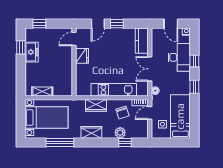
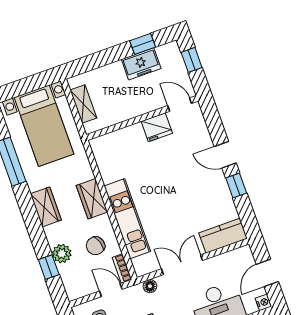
door: (74, 39) -> (180, 105), moved
fridge: (82, 56) -> (157, 127), moved
wall: (74, 62) -> (142, 118), moved

